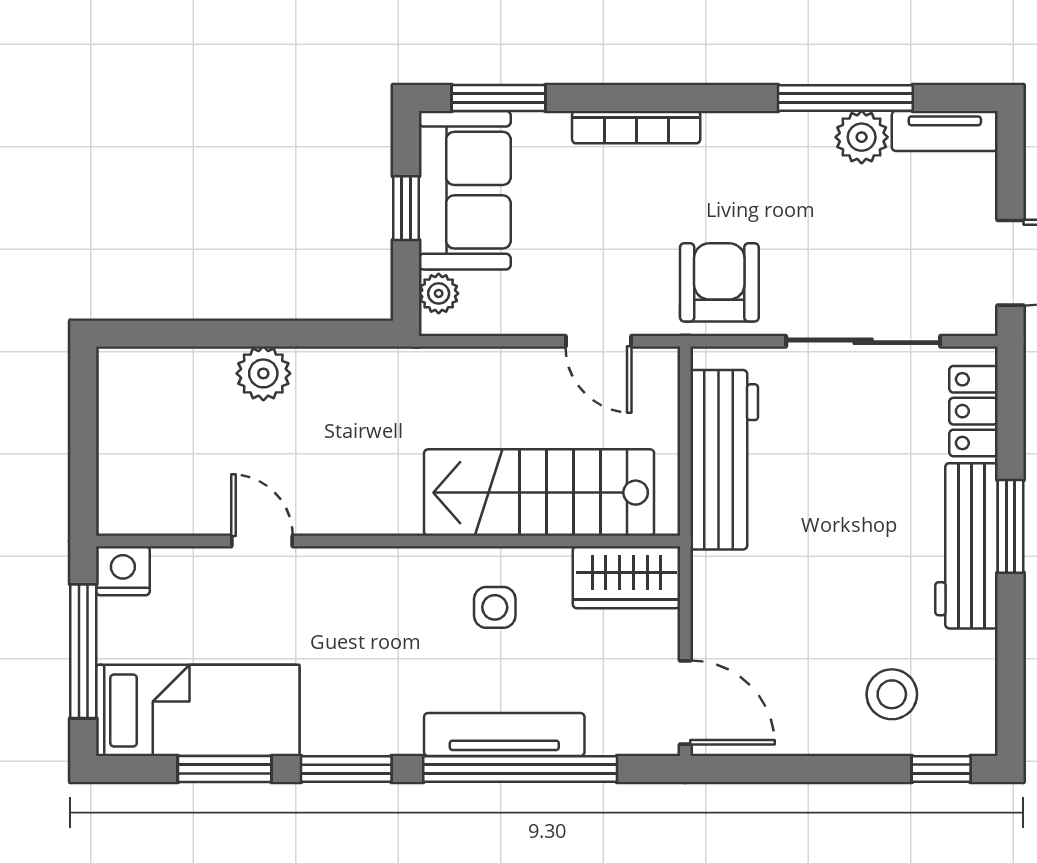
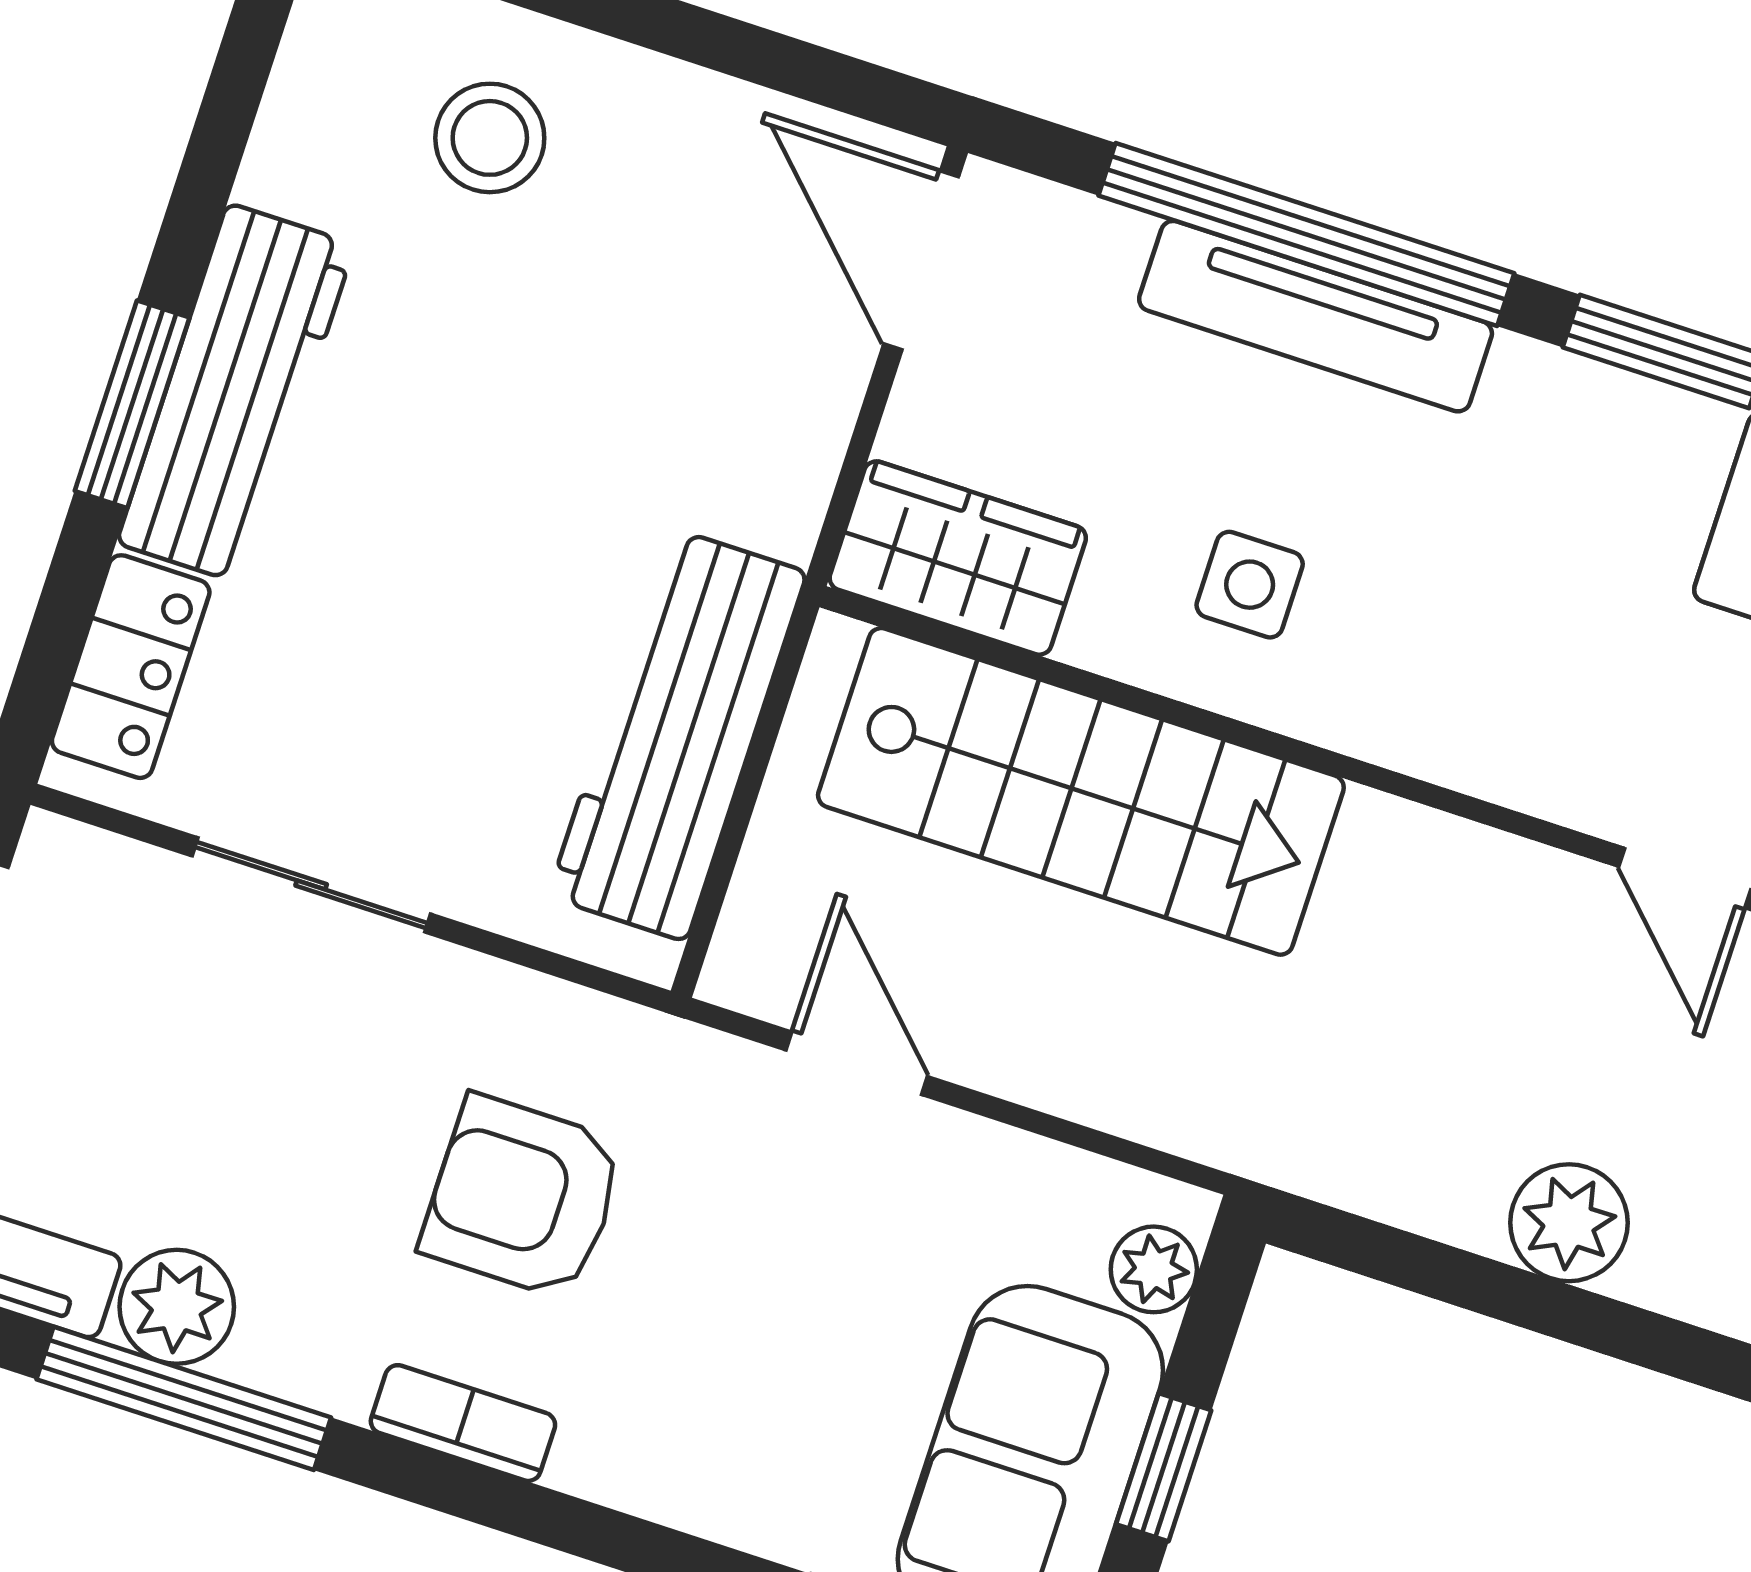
bookcase: (636, 127) -> (463, 1423), moved, width x0.64
armchair: (719, 282) -> (523, 1197), moved, turned 90
sliding door: (863, 341) -> (311, 885), width x0.73

